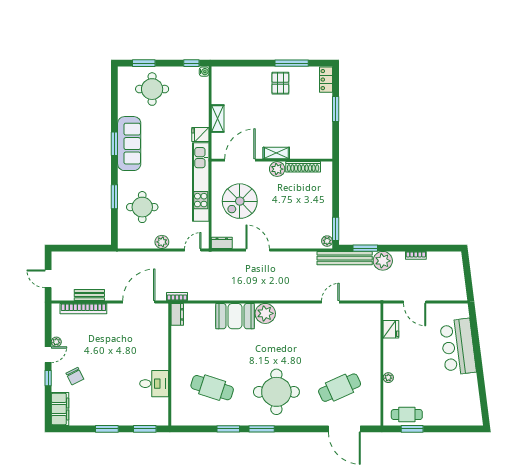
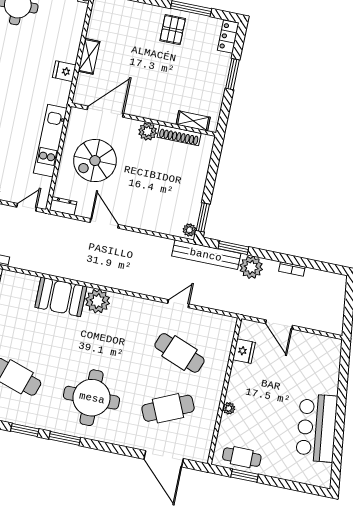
shelving: (276, 153) -> (193, 121), moved
kitchen unit: (201, 182) -> (50, 141), width x0.73
cafe table: (340, 341) -> (180, 353), added
bar counter: (458, 347) -> (317, 428), moved

